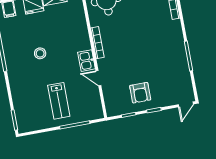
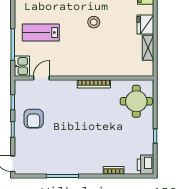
kitchen sink: (86, 61) -> (22, 66), moved, turned 90
door: (98, 78) -> (41, 78), moved
armchair: (140, 93) -> (34, 119), turned -90

